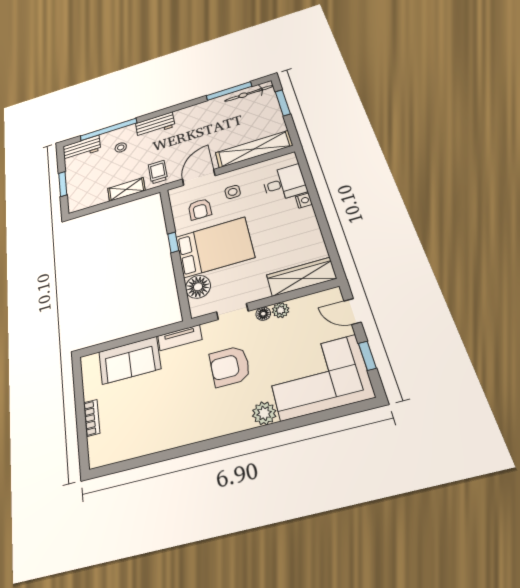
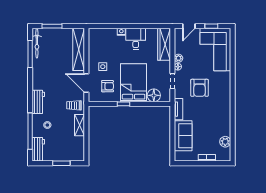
desk: (284, 183) -> (136, 39), moved
plant: (264, 413) -> (225, 142), moved

